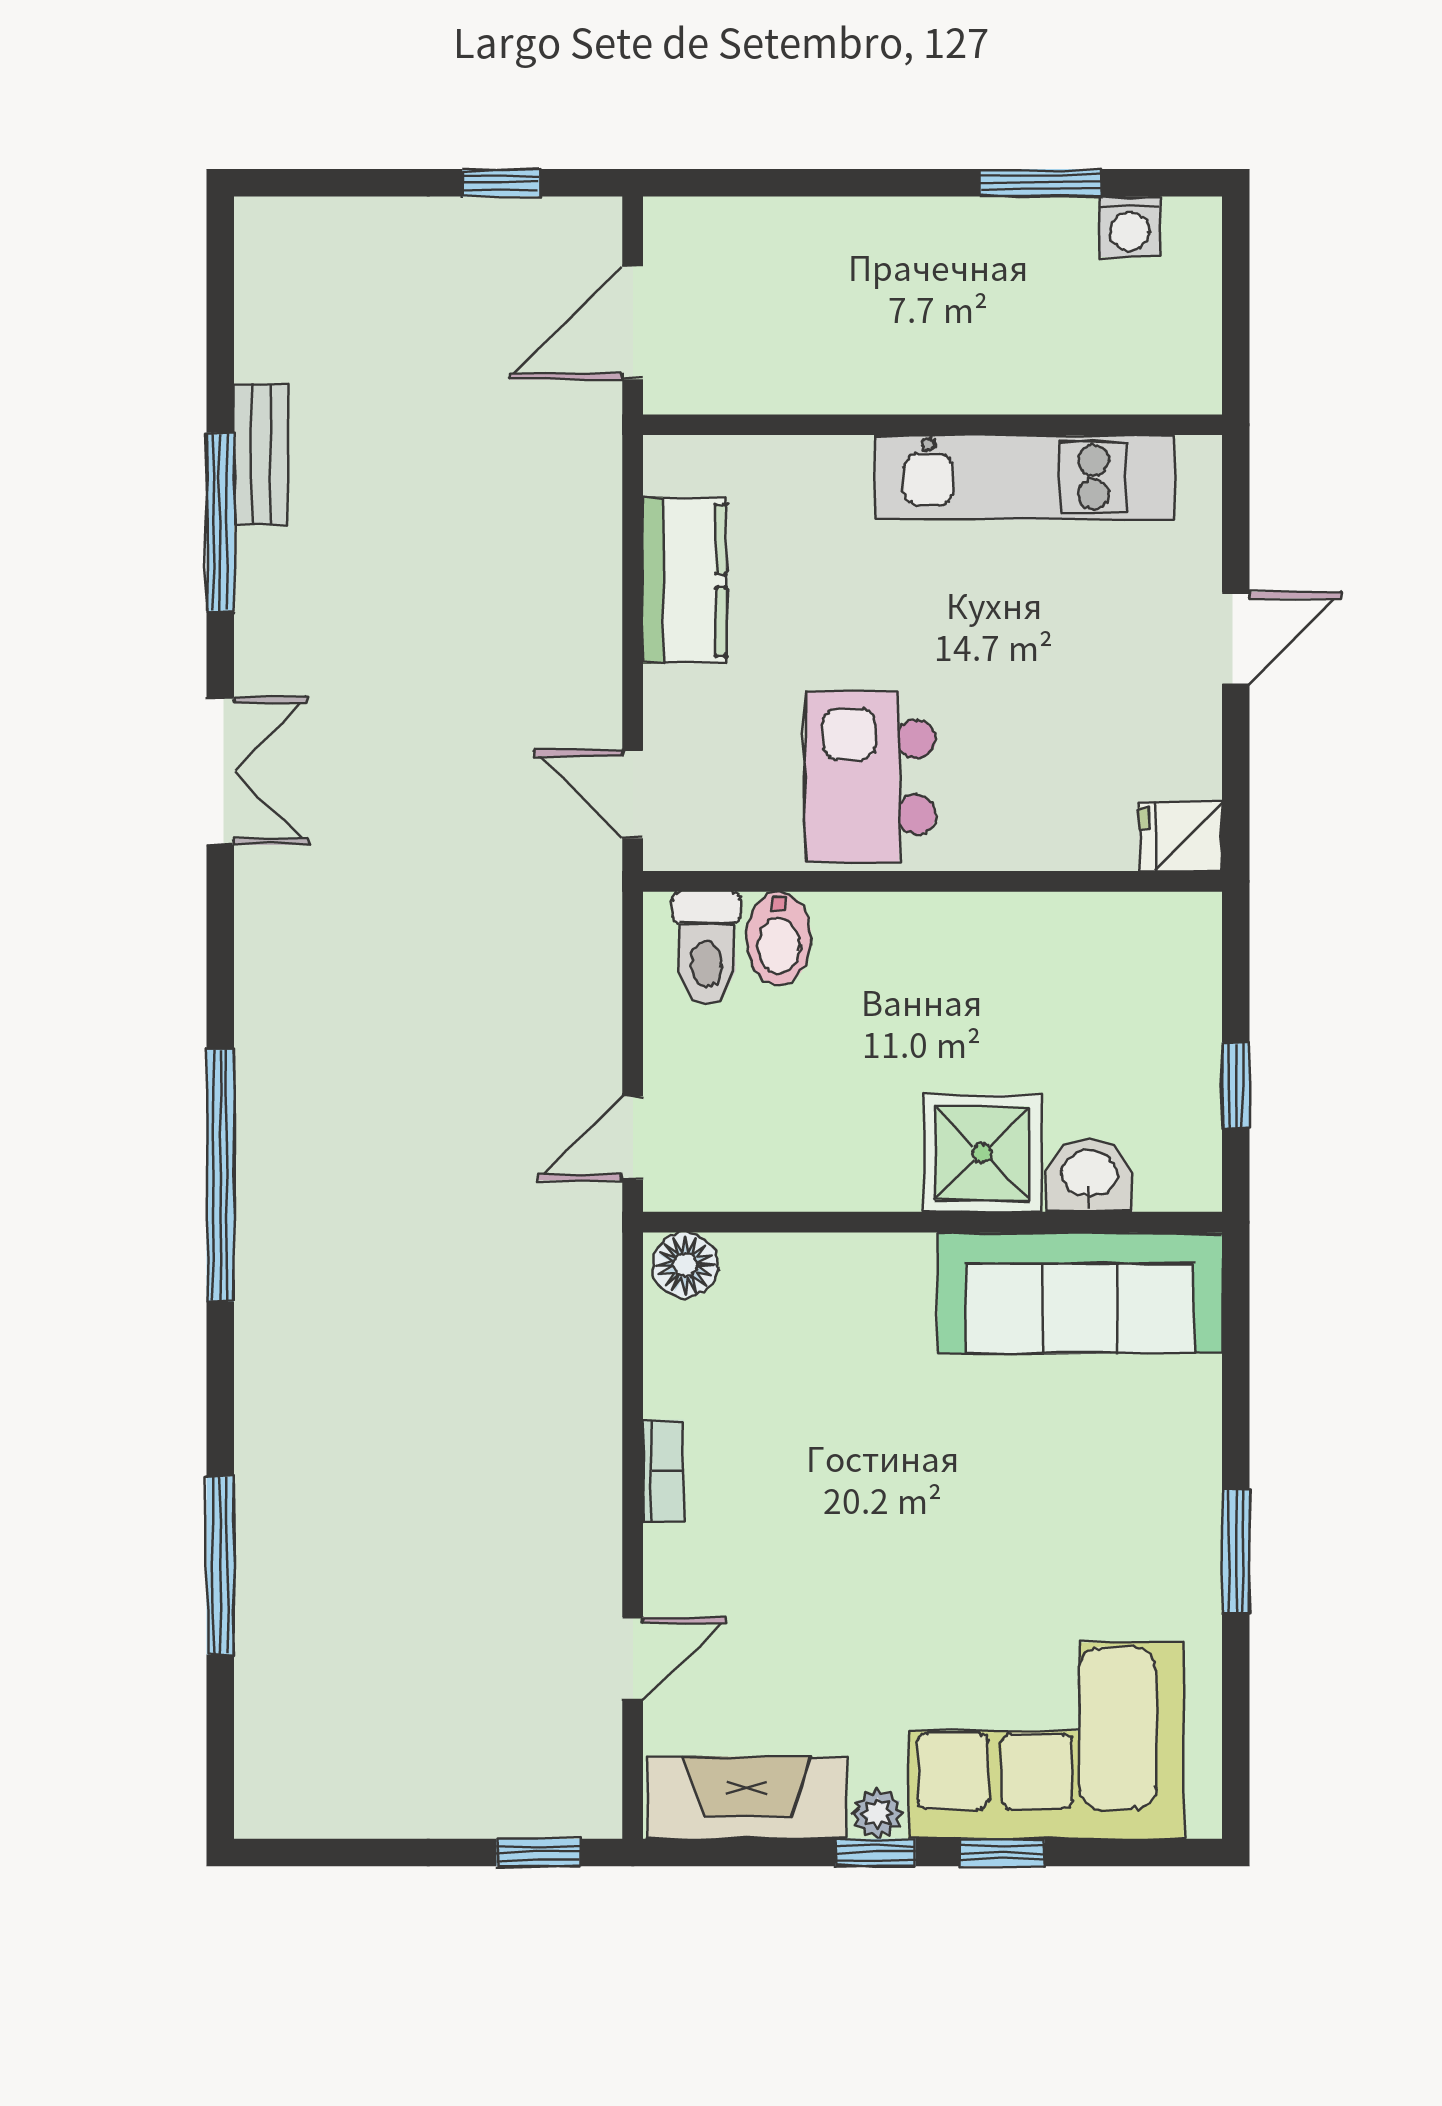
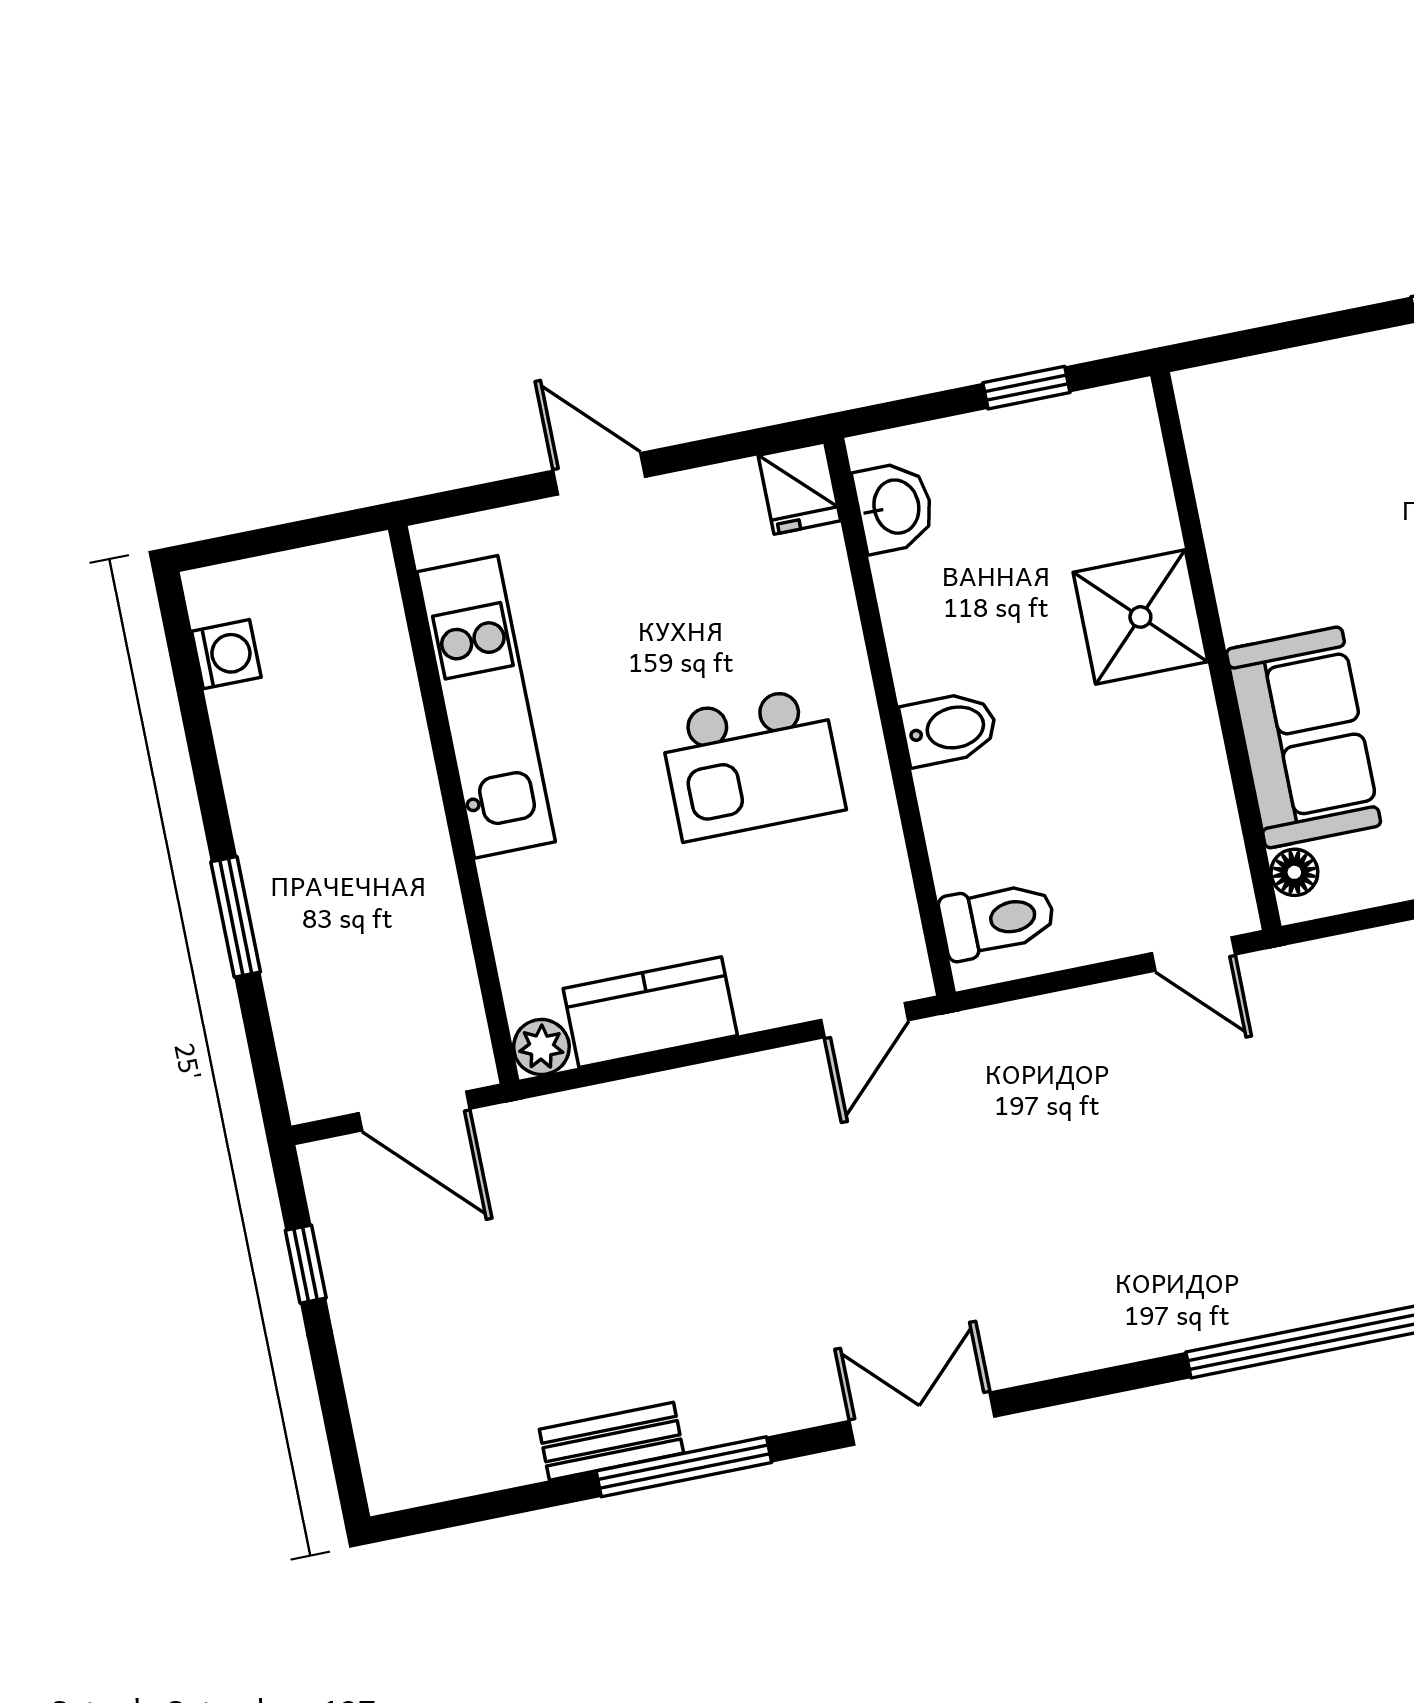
window: (1041, 183) -> (236, 917), moved
plant: (671, 464) -> (541, 1047), added
kitchen island: (870, 777) -> (752, 764), moved
bidet: (779, 938) -> (949, 729), moved
washbasin: (1089, 1175) -> (894, 507), moved, turned 180
floor lamp: (685, 1265) -> (1294, 872), width x0.73, depth x0.73
sofa: (1080, 1293) -> (1304, 737), moved, width x0.73

